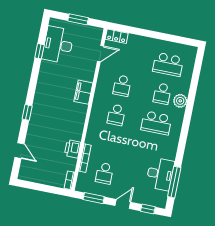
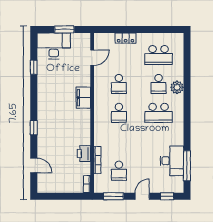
locker: (117, 36) -> (126, 38), moved
desk: (58, 45) -> (54, 46), moved, turned 90

